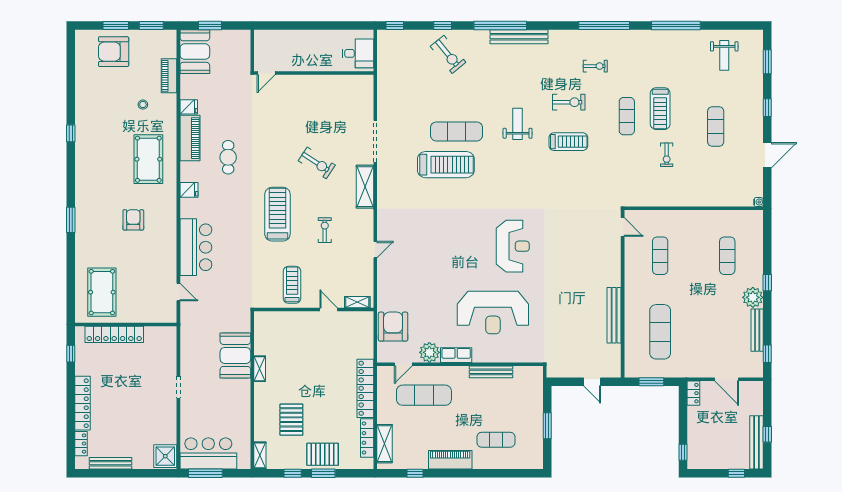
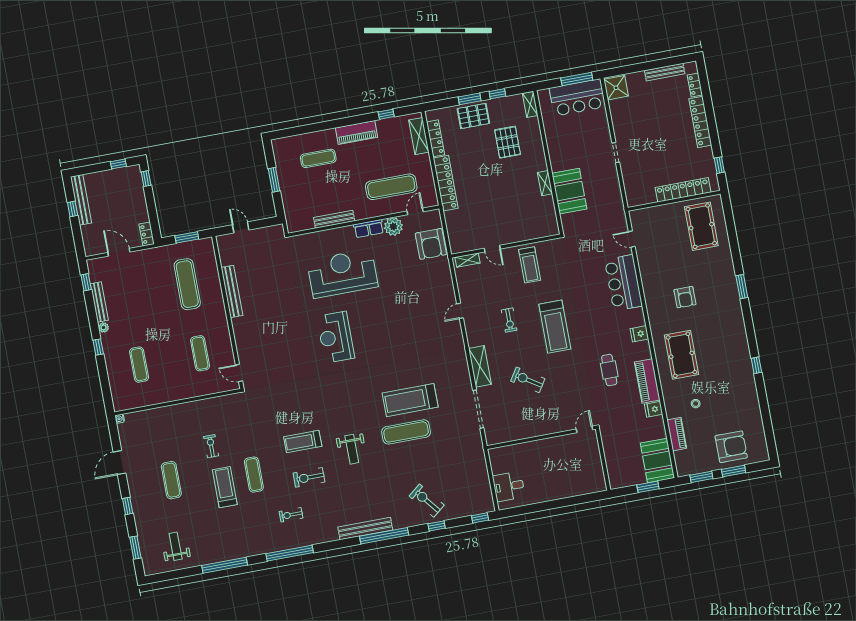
door: (266, 73) -> (584, 429), moved
wall: (314, 73) -> (541, 437), moved
plant: (753, 297) -> (104, 327), width x0.53, depth x0.53
window: (736, 473) -> (118, 164), moved

